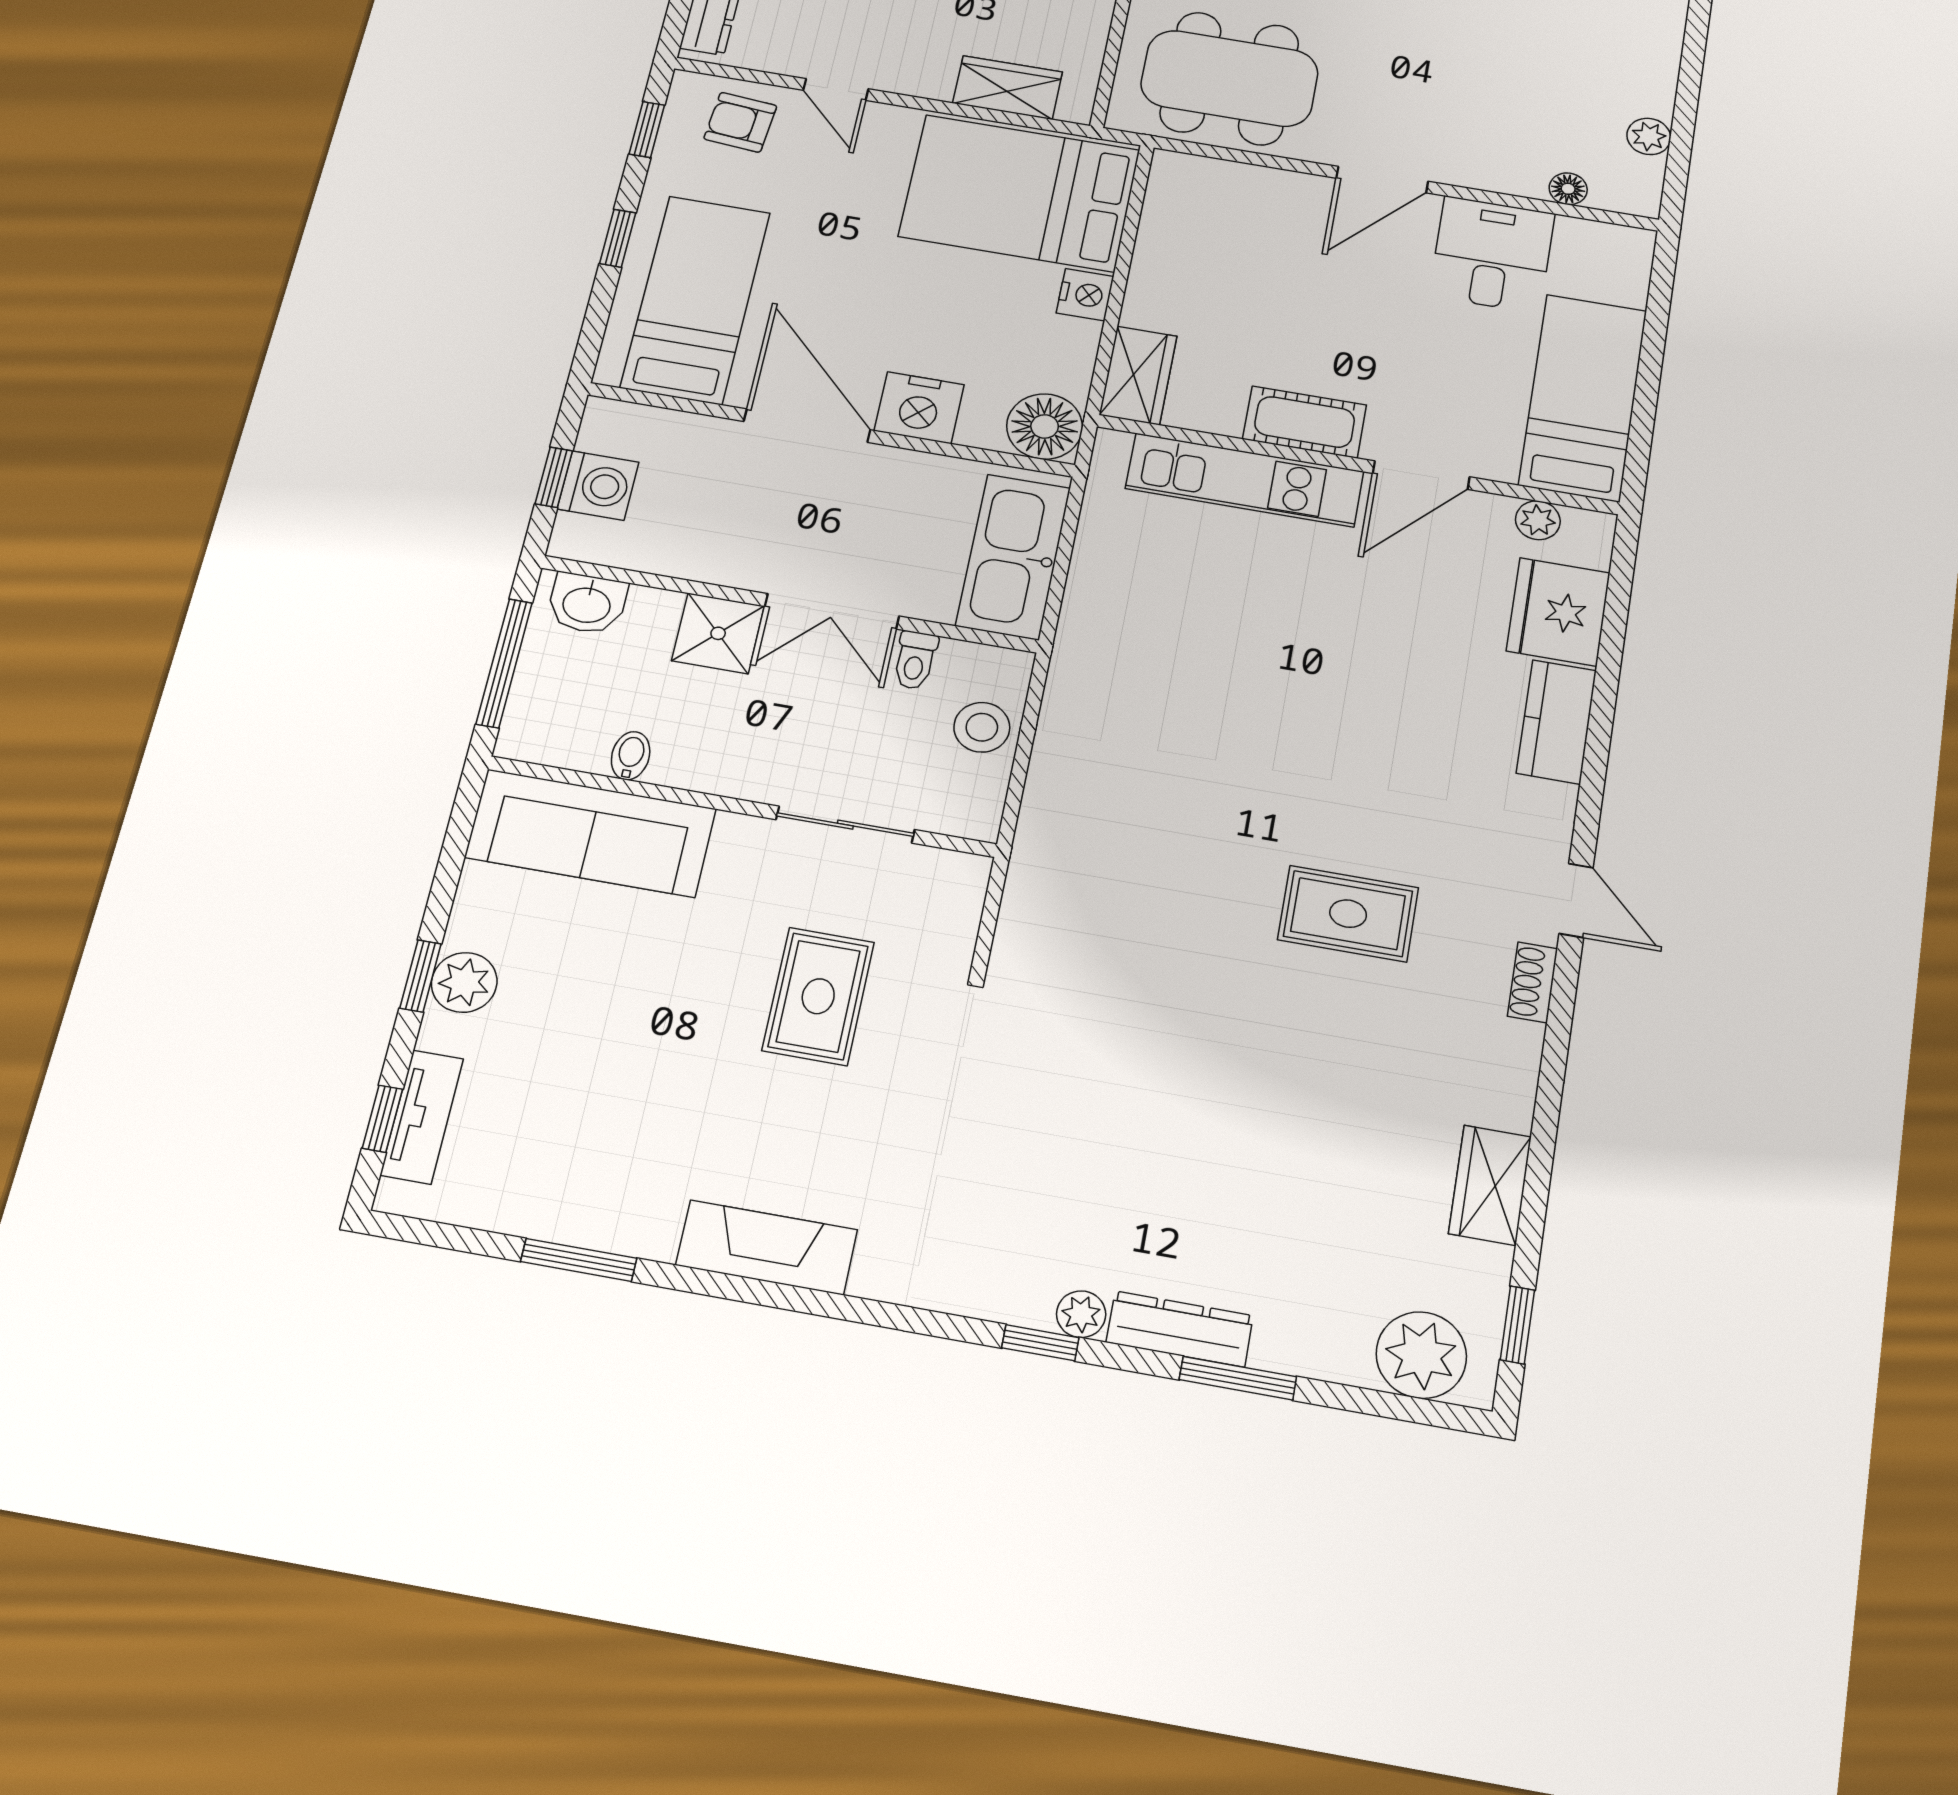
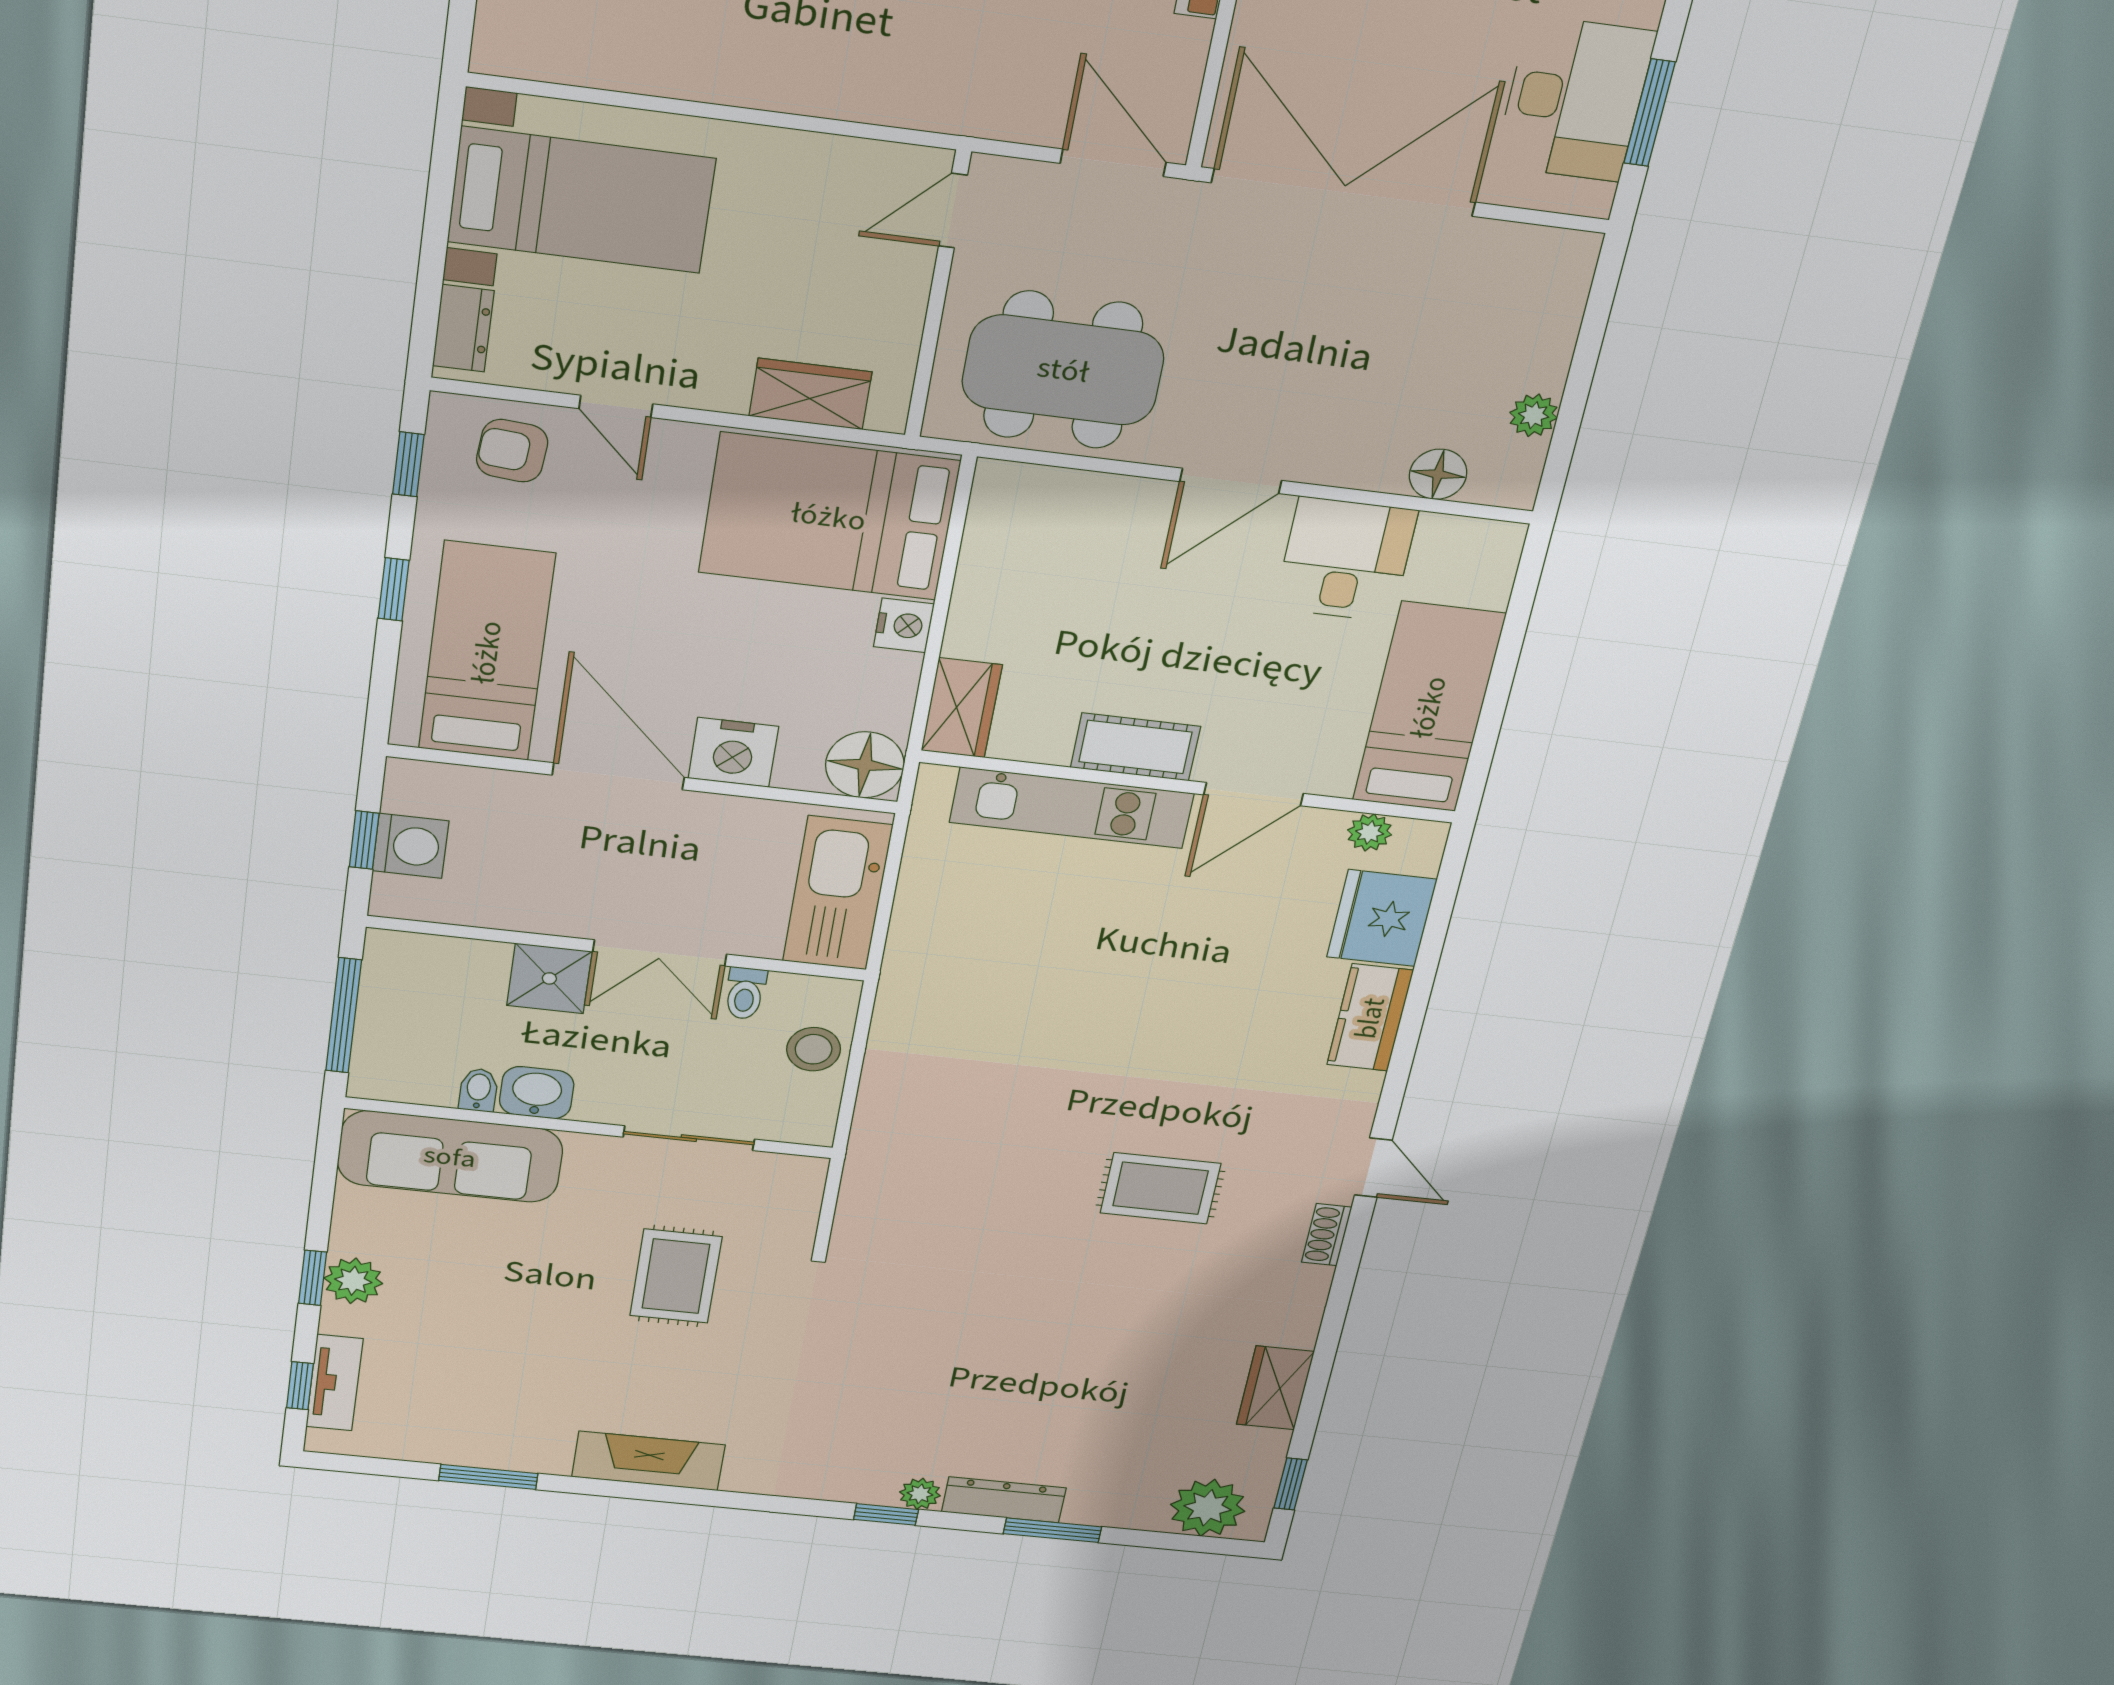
floor lamp: (1568, 189) -> (1438, 474), width x1.37, depth x1.37
washbasin: (587, 604) -> (537, 1093), moved, turned 180

